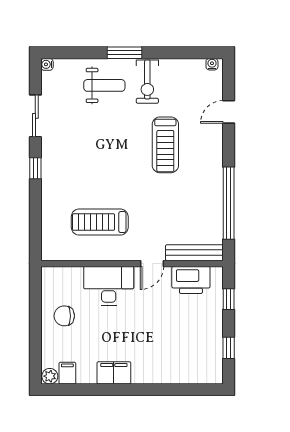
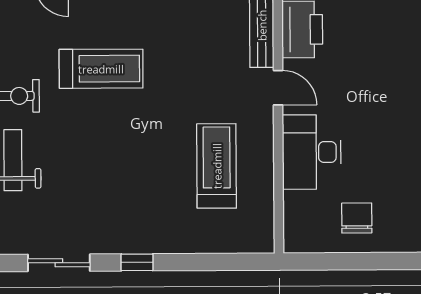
treadmill: (100, 222) -> (217, 166), turned 180
chair: (64, 316) -> (357, 218), turned 180

